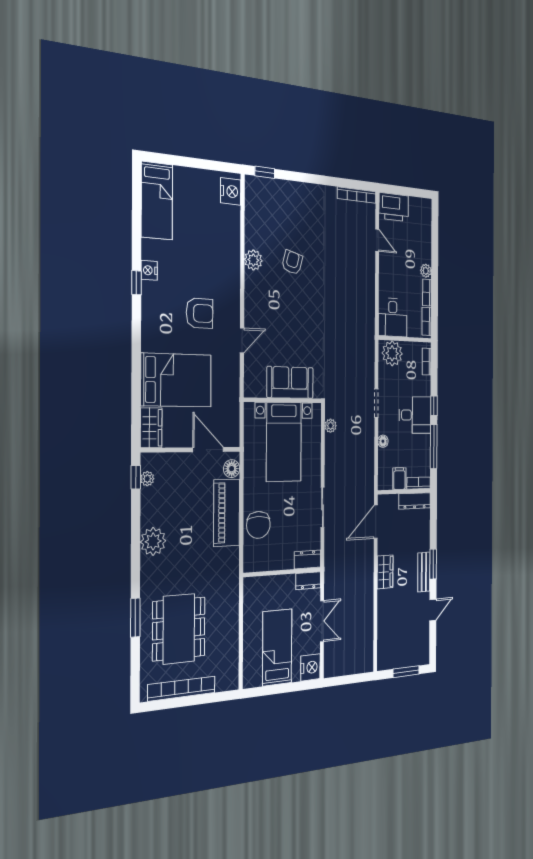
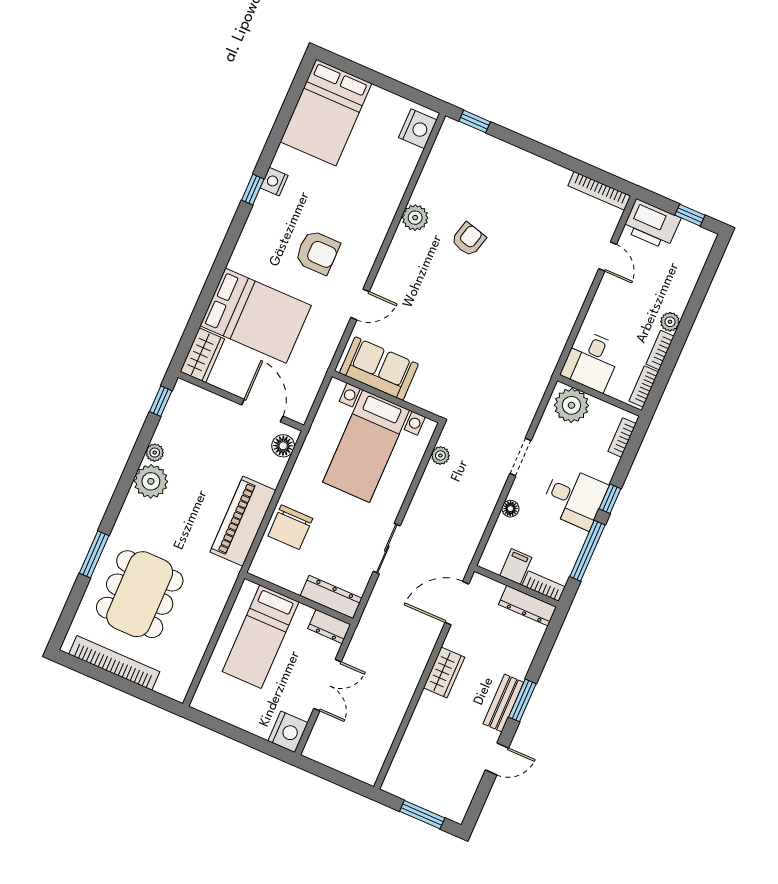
window: (412, 192) -> (690, 215), added
bed: (157, 201) -> (326, 113), width x1.50
sofa: (290, 382) -> (379, 368), moved
plant: (147, 479) -> (155, 453), moved
piano: (227, 513) -> (243, 521), moved
dresser: (308, 559) -> (331, 597), width x1.44
bed: (277, 647) -> (261, 637), moved, turned 180

